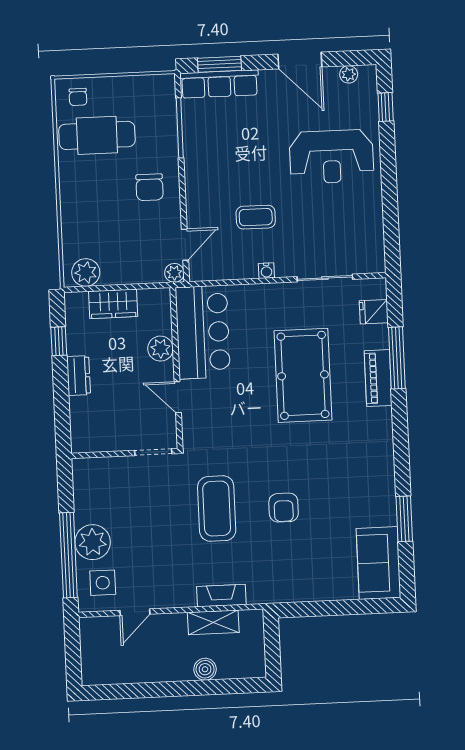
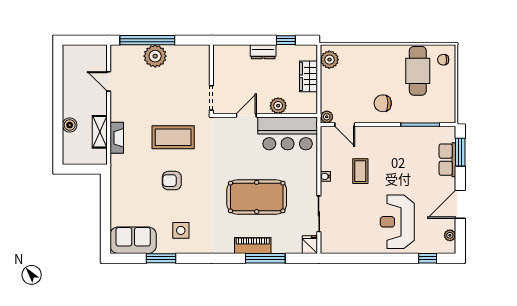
row of seats: (219, 84) -> (447, 160), width x0.68
fridge: (374, 312) -> (310, 245), moved
side table: (103, 583) -> (181, 230), moved

